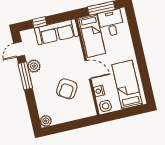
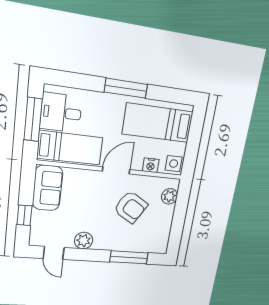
sofa: (57, 32) -> (47, 188), width x0.73
window: (140, 56) -> (126, 88), added
window: (25, 76) -> (129, 257), moved
plant: (46, 121) -> (169, 196), moved

